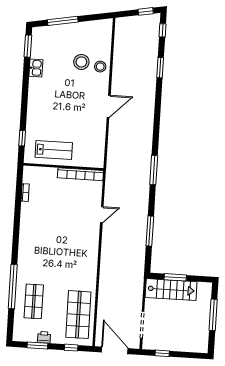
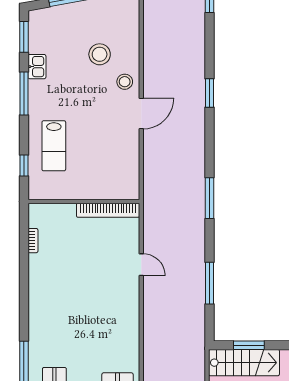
stool: (100, 67) -> (125, 82), moved
window: (160, 68) -> (209, 93), moved
window: (25, 87) -> (24, 94), added
lab bench: (54, 150) -> (54, 146), moved, turned 90
door: (102, 215) -> (141, 265), hinge flipped

